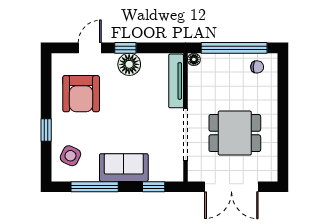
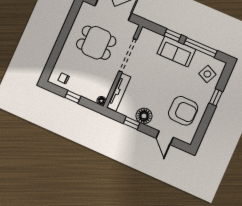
door: (90, 48) -> (165, 138), hinge flipped
window: (125, 48) -> (132, 123), moved
window: (234, 48) -> (73, 97), width x0.32
armchair: (81, 94) -> (183, 111), turned 91
window: (154, 187) -> (173, 35), moved

